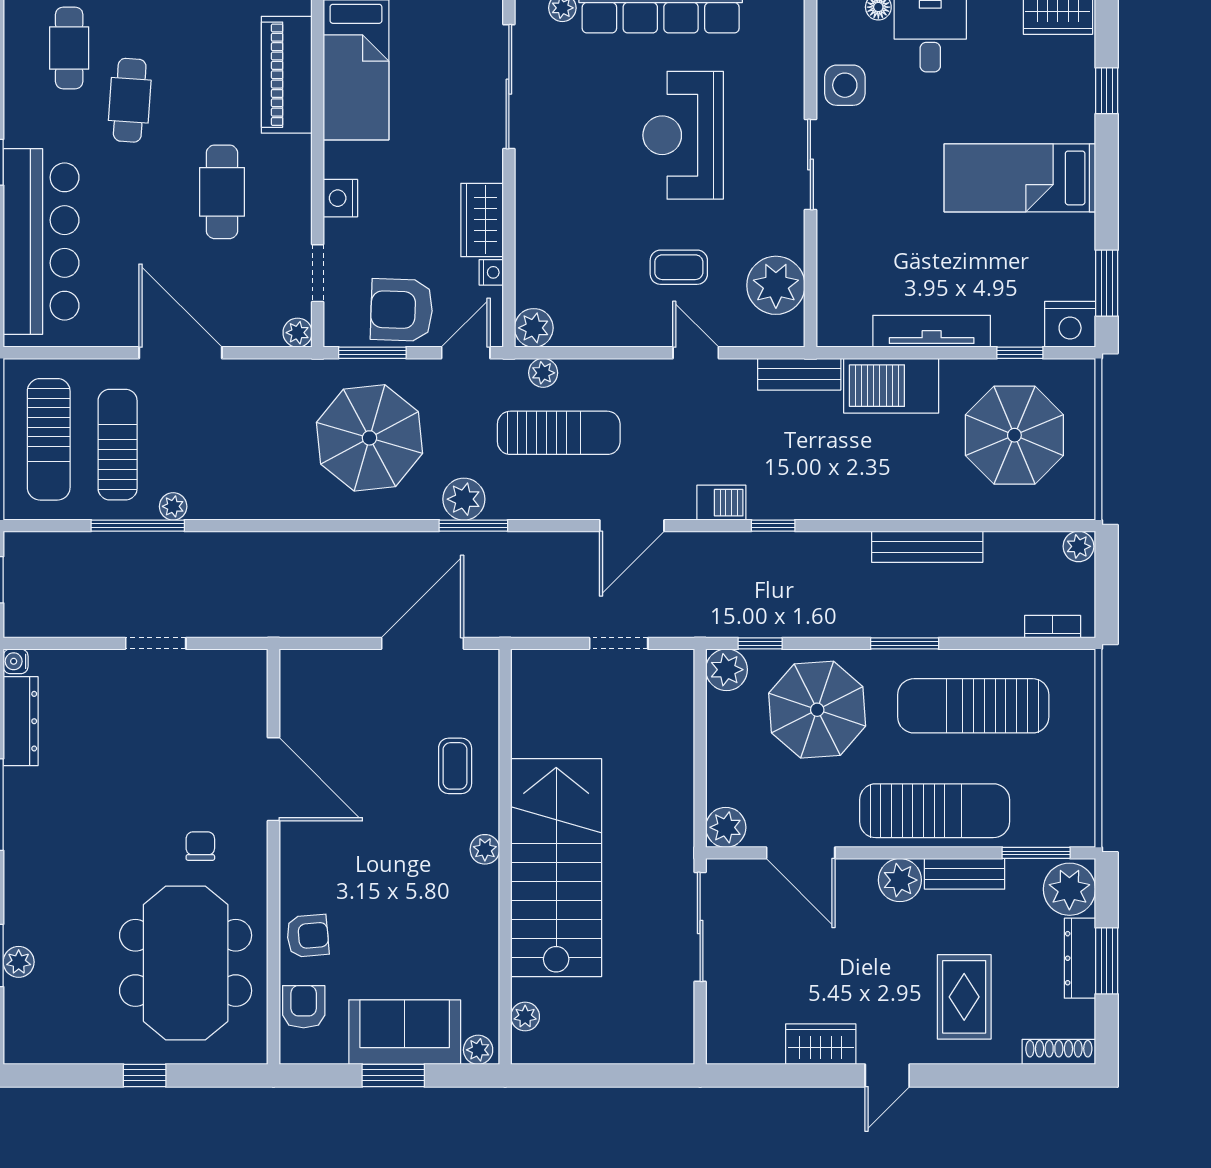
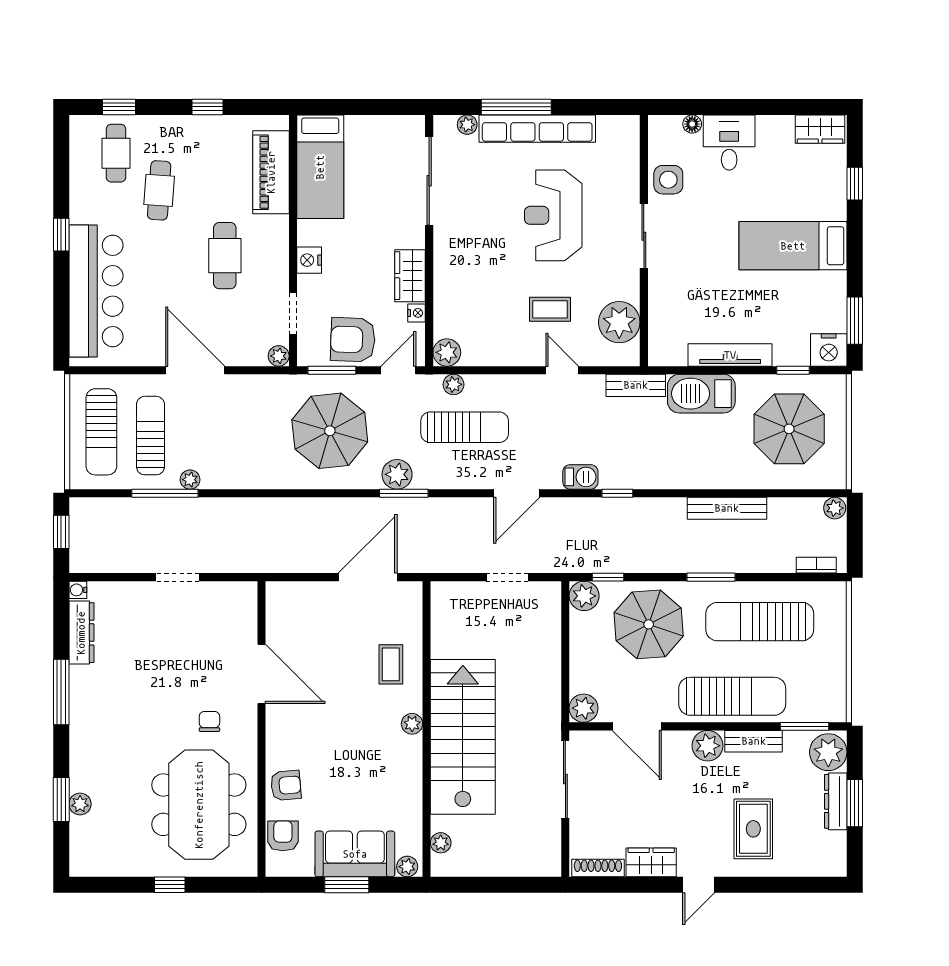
shoe rack: (1059, 1052) -> (598, 868), moved

